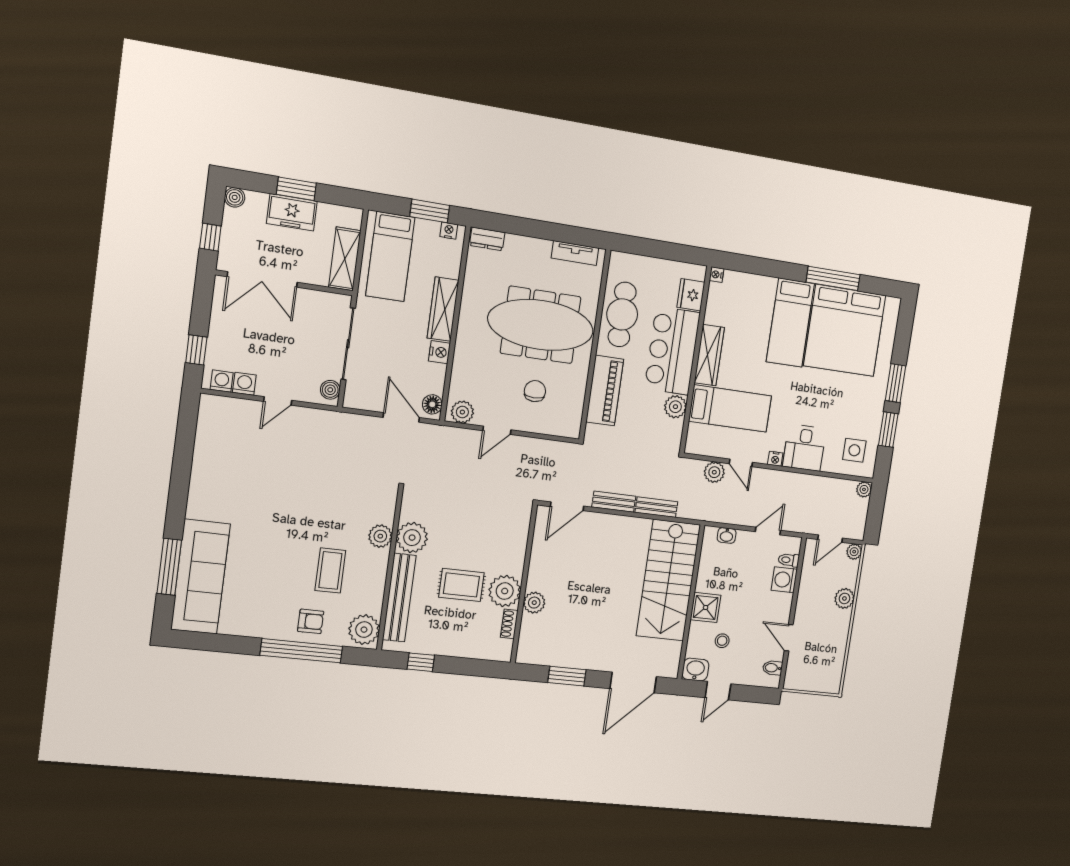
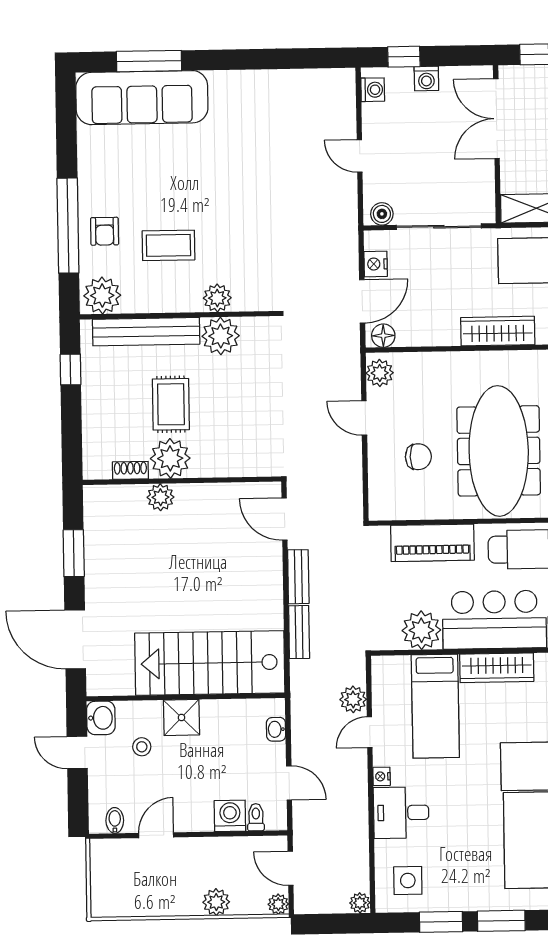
nightstand: (439, 352) -> (376, 264), moved, turned 90
washing machine: (244, 384) -> (426, 79), moved, turned 90
plant: (675, 407) -> (421, 630), width x1.36, depth x1.36

